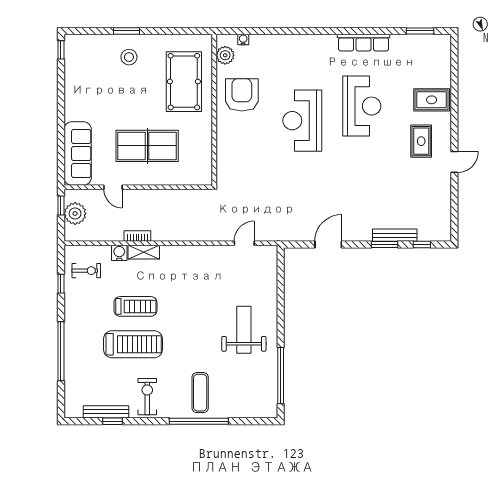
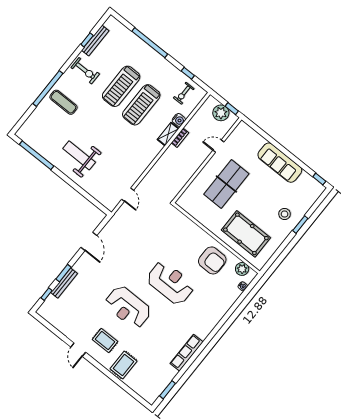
reception desk: (362, 106) -> (128, 307), moved
sofa: (78, 154) -> (280, 163), moved
treadmill: (135, 306) -> (141, 105), width x1.37, depth x1.38
weight bench: (244, 330) -> (79, 155), turned 180

